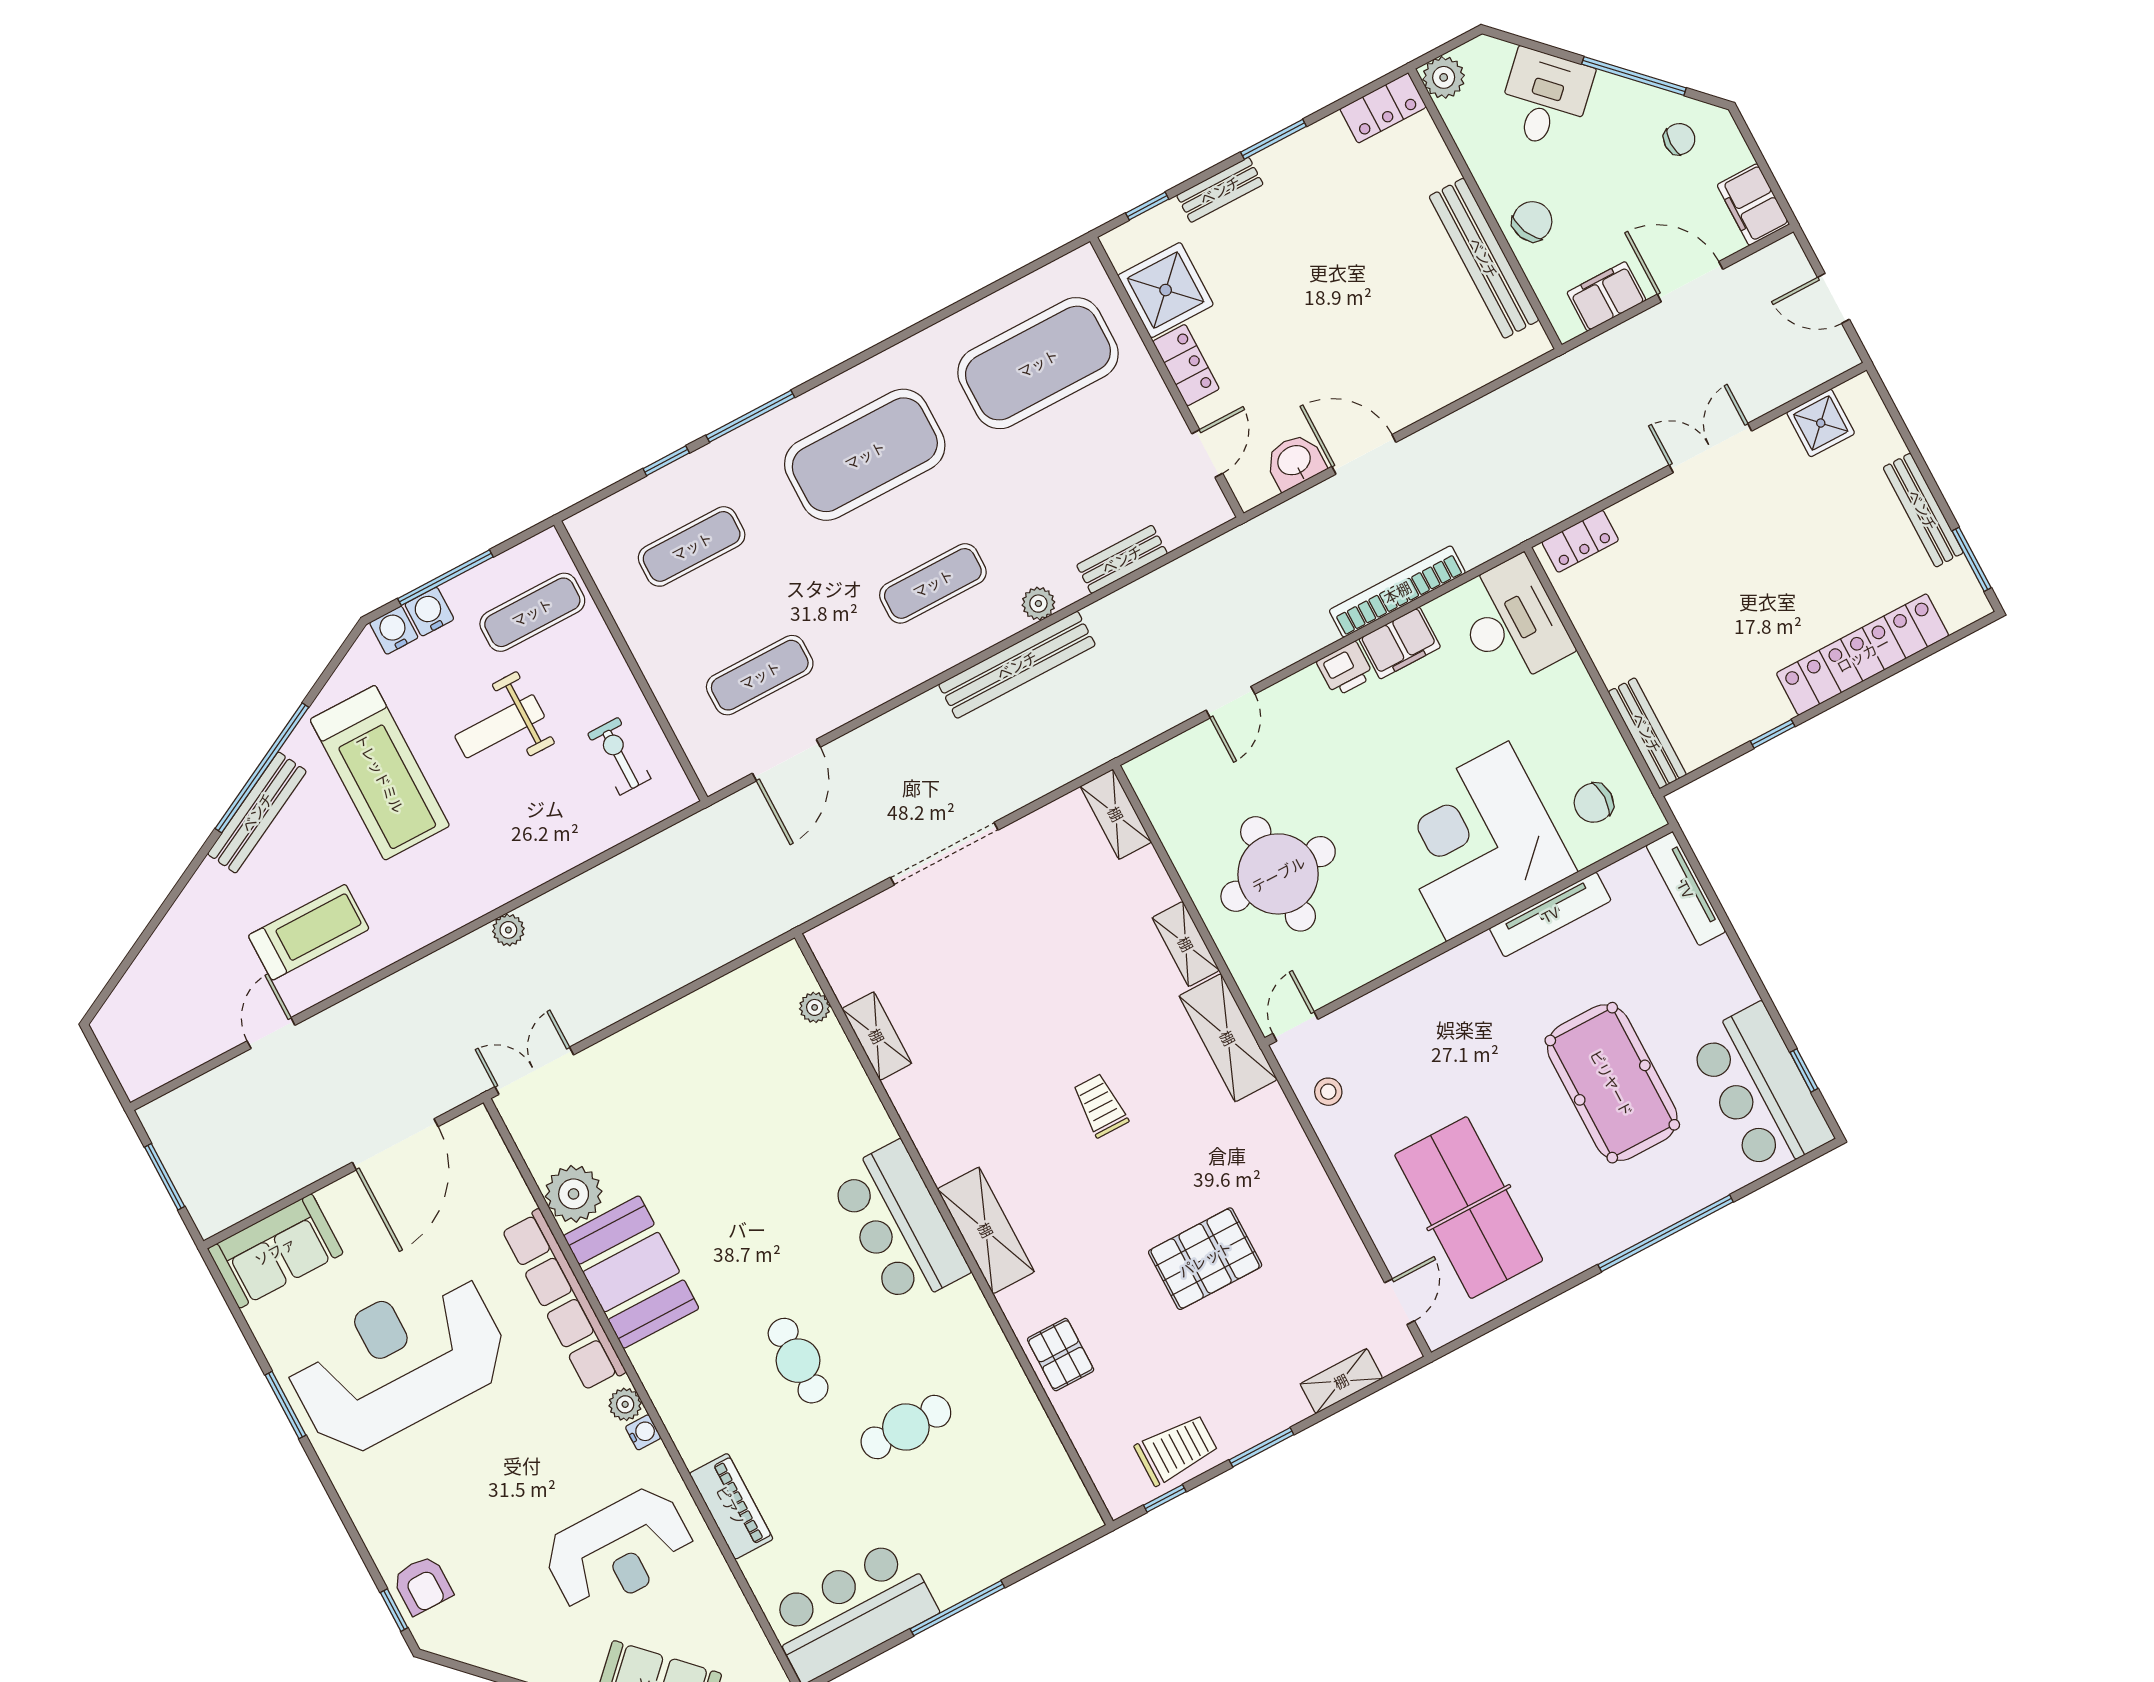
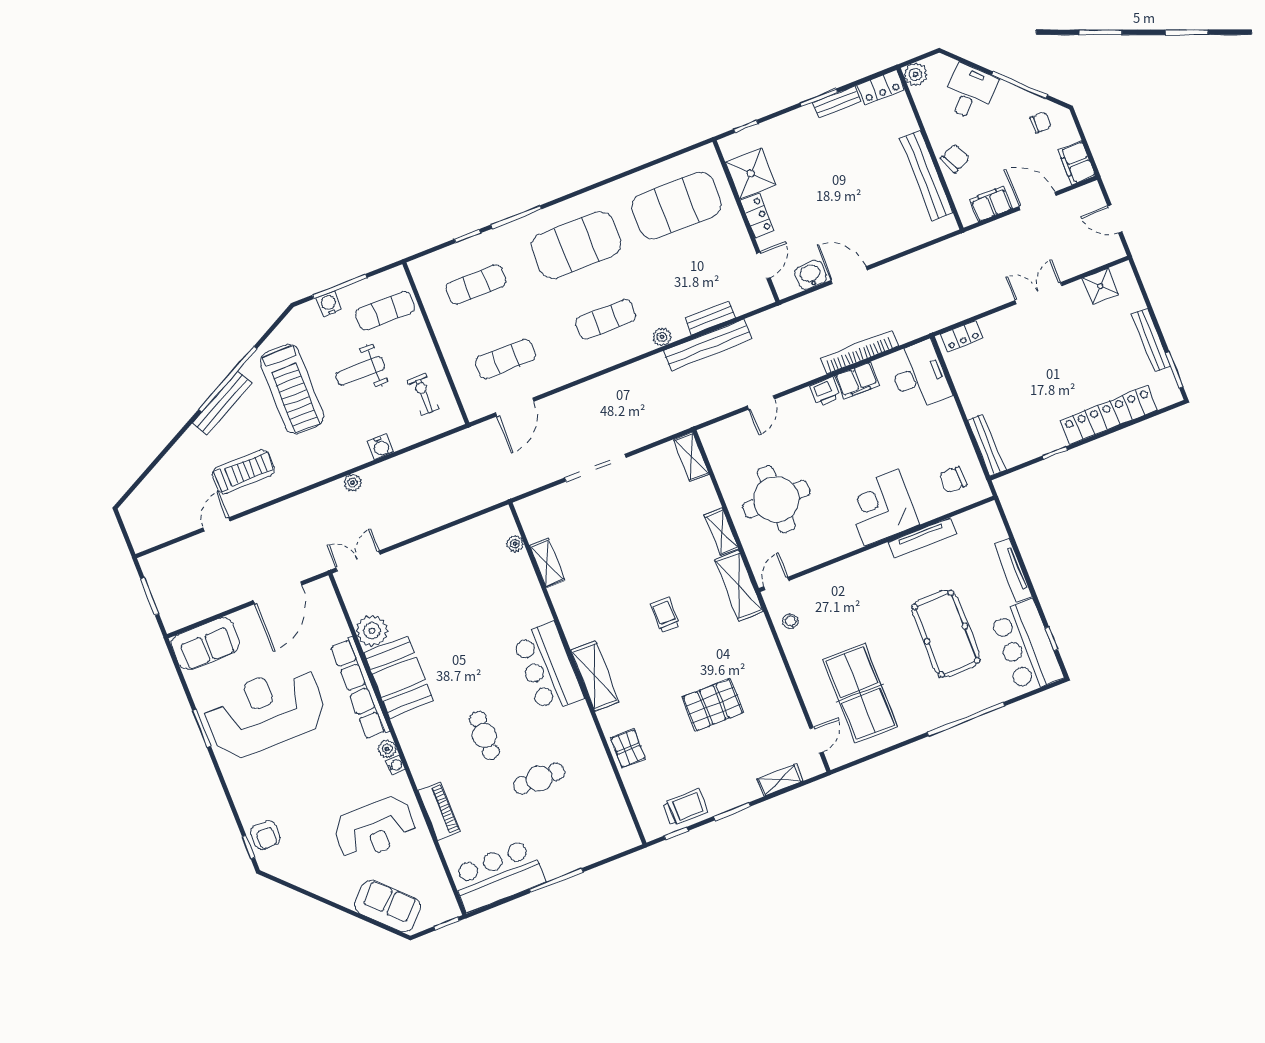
bench: (1220, 190) -> (837, 102), moved
water cooler: (394, 630) -> (381, 447), moved, turned 180
bench: (1017, 665) -> (708, 345), moved
corner desk: (1478, 841) -> (881, 508), width x0.74, depth x0.74
tv unit: (1686, 889) -> (1013, 570), moved

